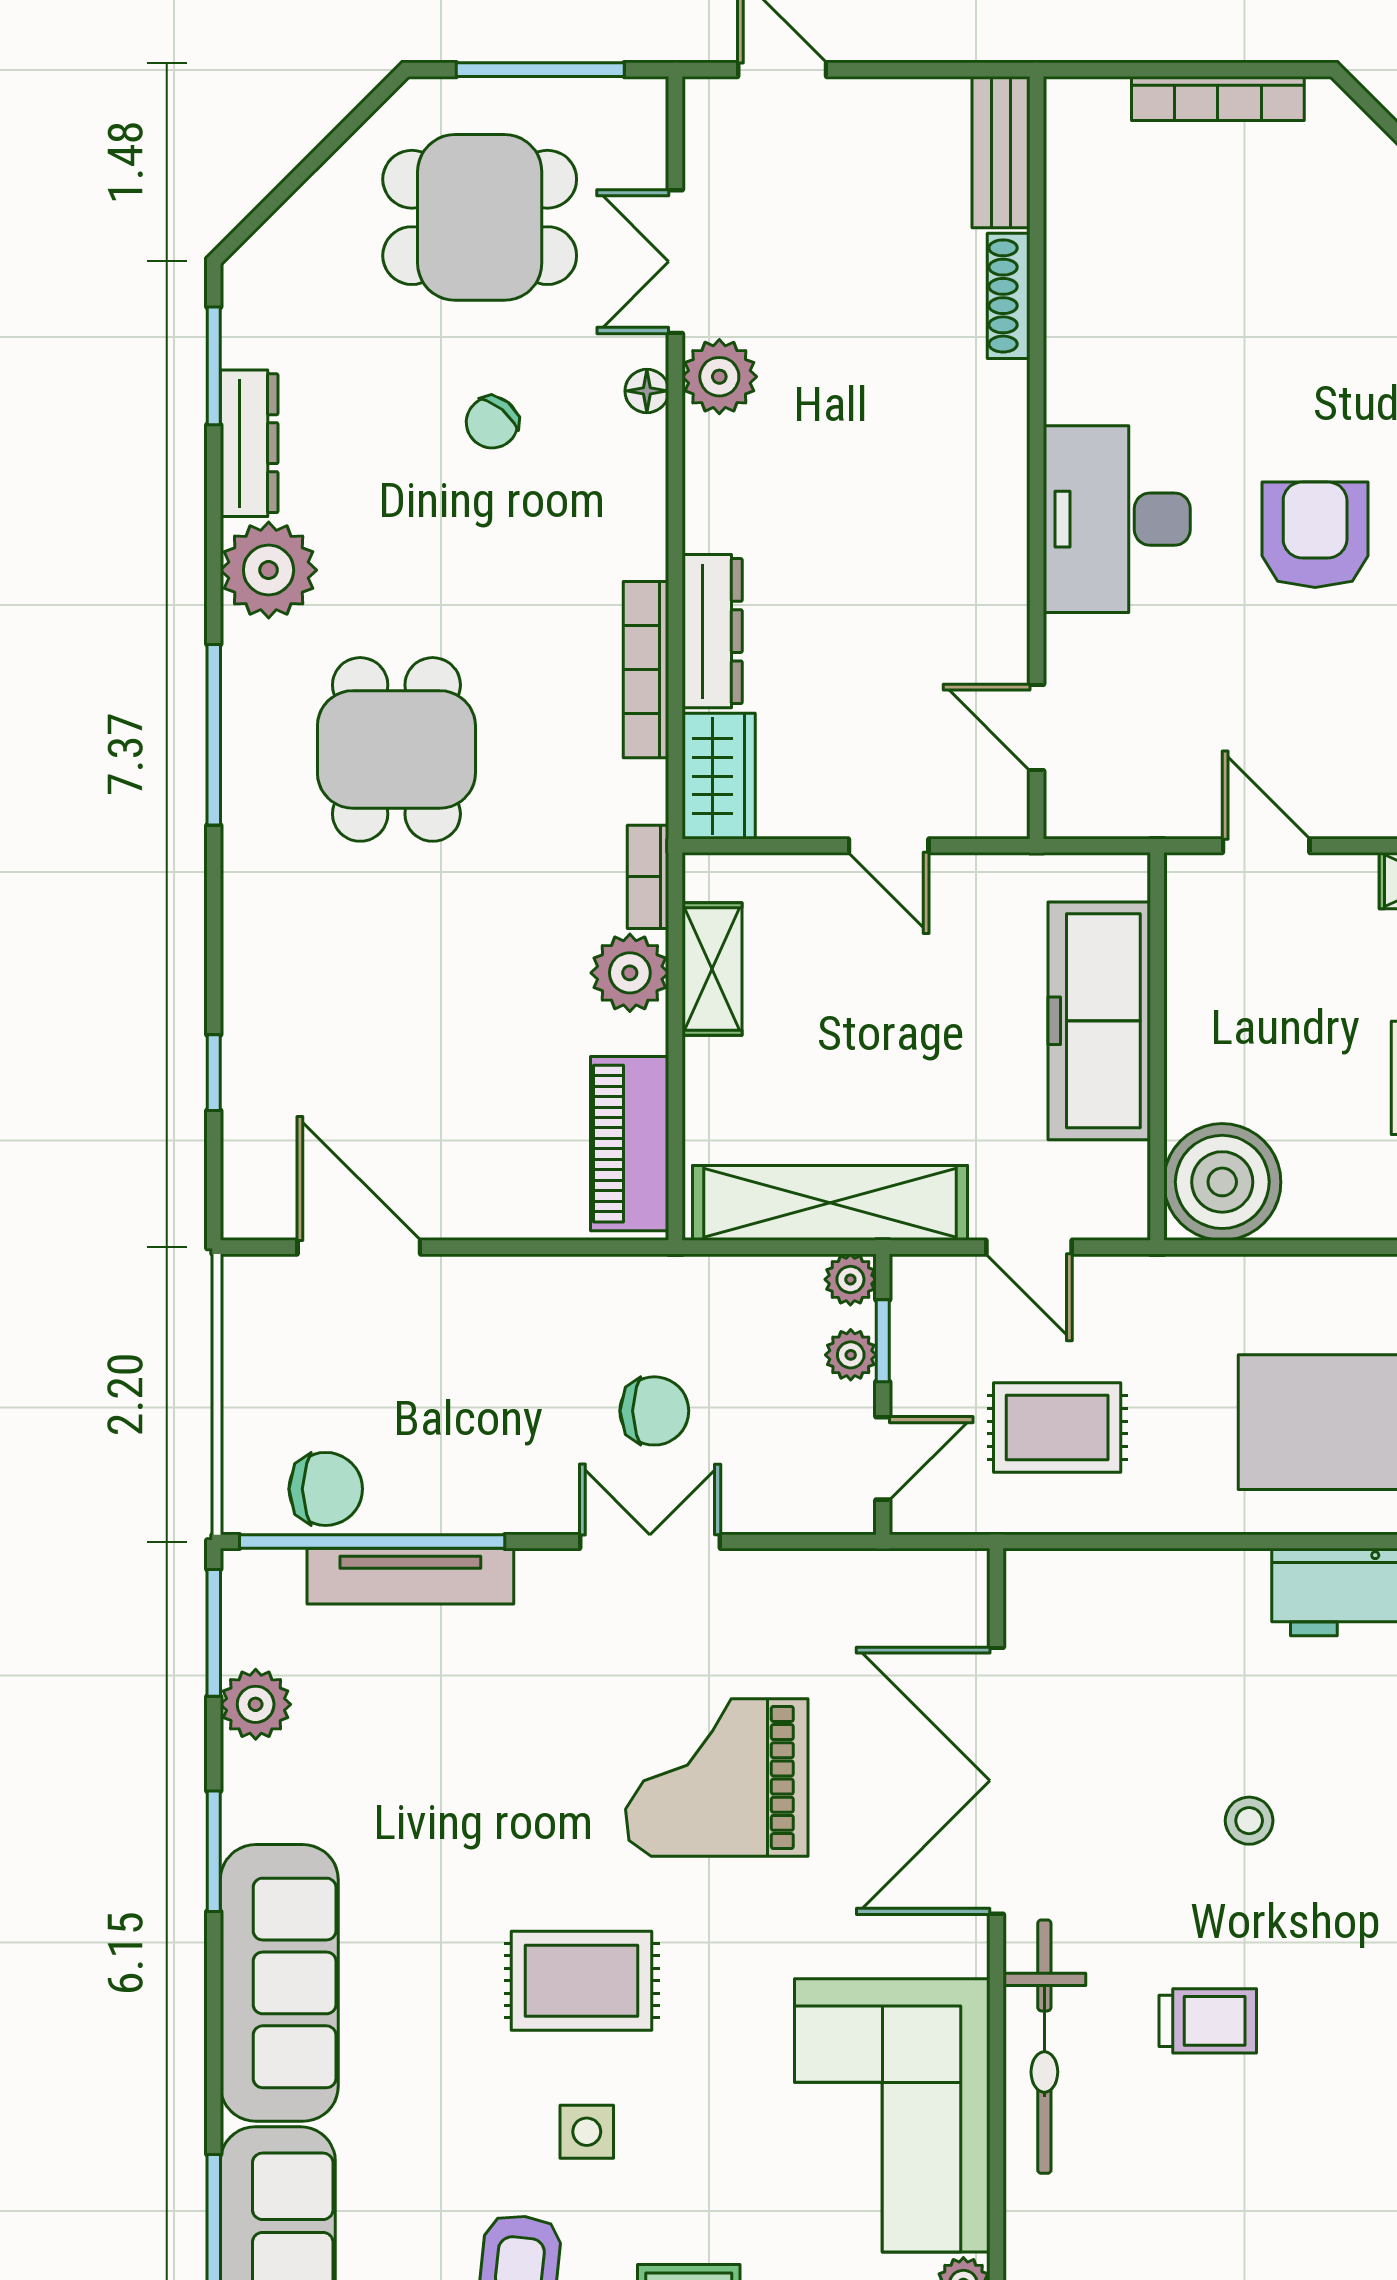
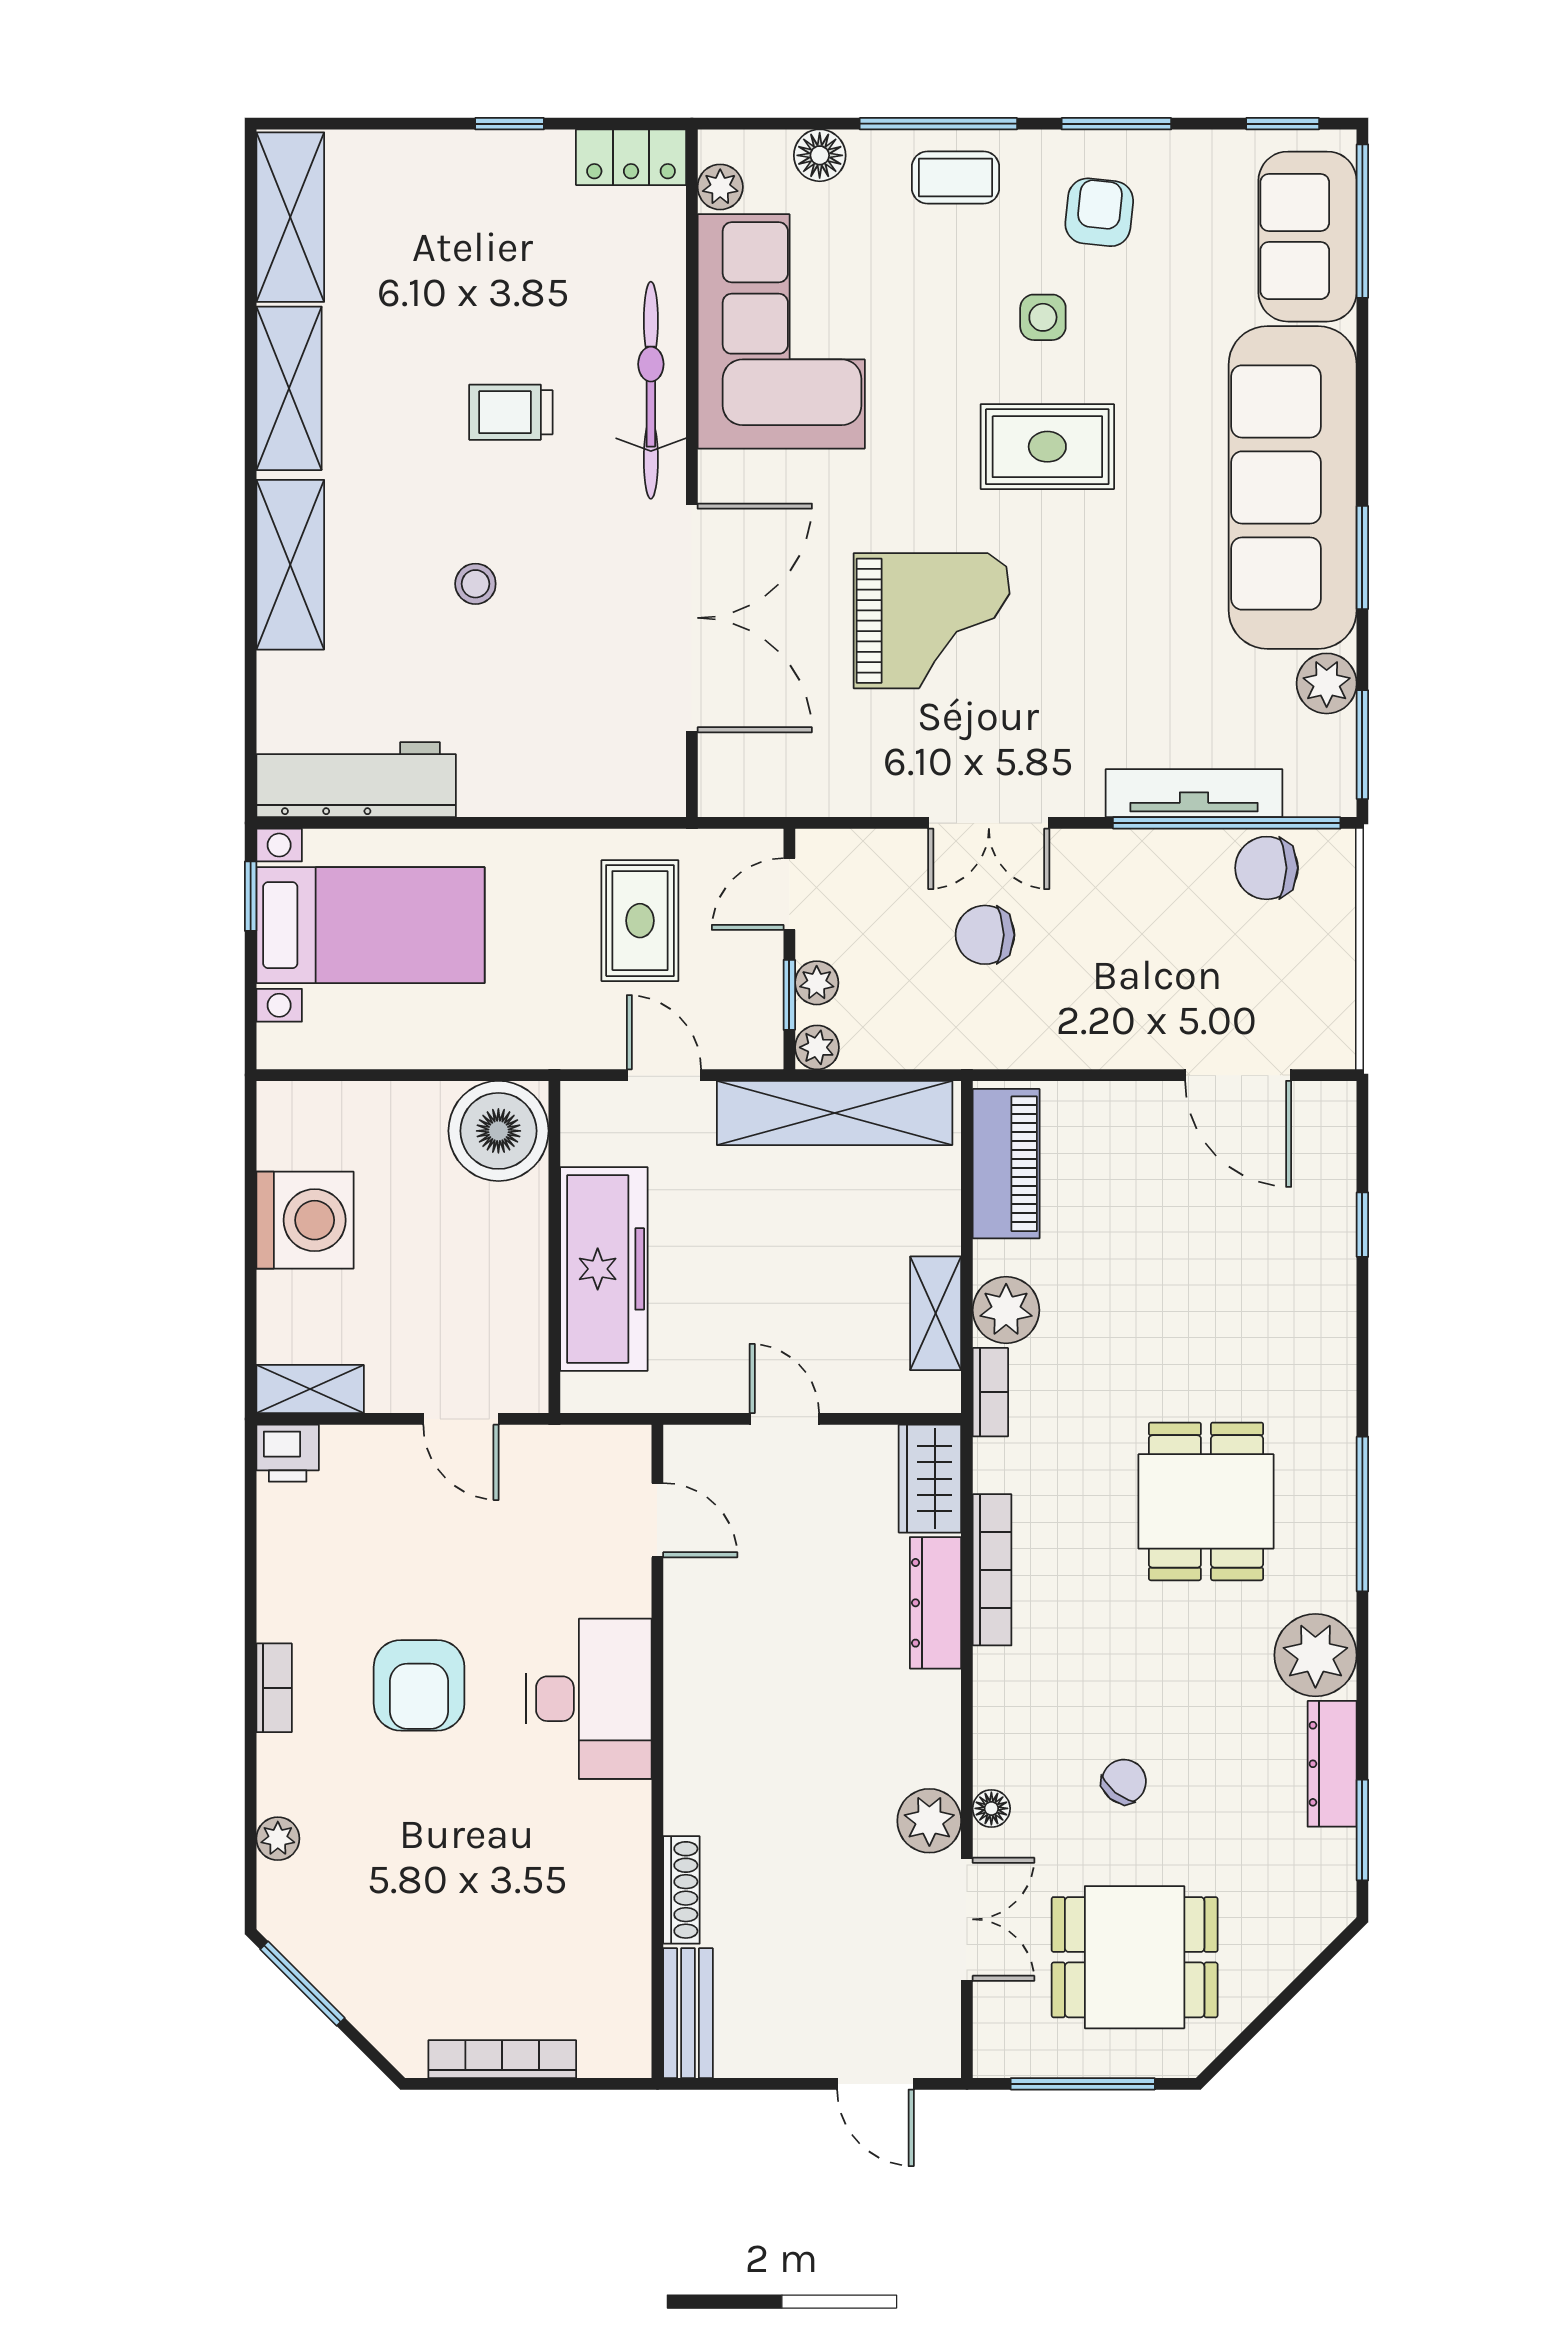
rug: (1057, 1427) -> (640, 921), turned 90
sofa: (279, 1983) -> (1293, 487), width x1.36, depth x1.27

